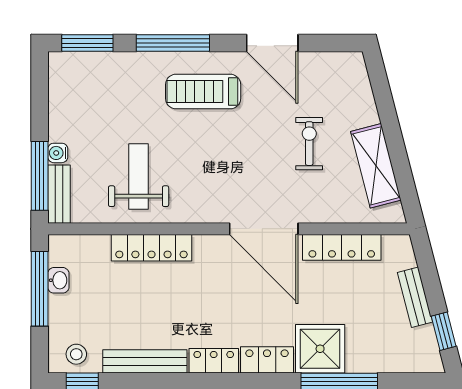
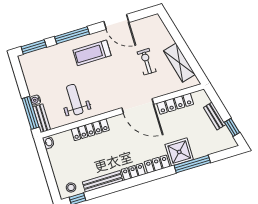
washbasin: (58, 280) -> (49, 142), moved
window: (40, 289) -> (46, 163), removed

